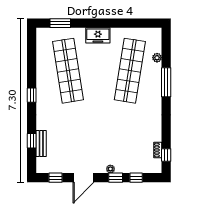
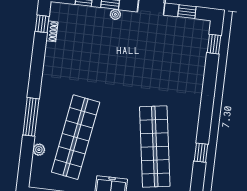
window: (32, 95) -> (201, 153), moved
window: (32, 141) -> (214, 44), moved
bench: (41, 144) -> (200, 57), removed

